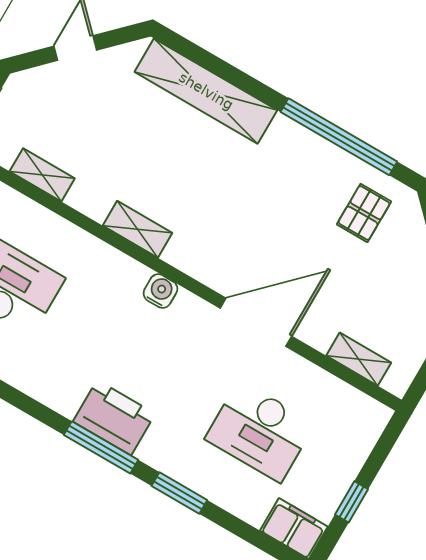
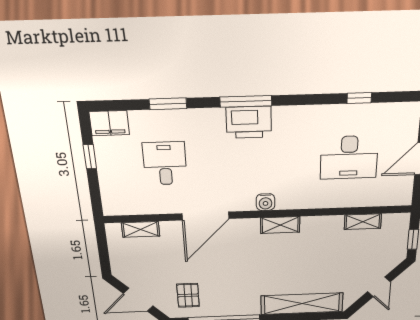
shelving: (138, 229) -> (280, 225), moved
desk: (260, 431) -> (165, 163), width x0.73
window: (179, 493) -> (168, 104), moved

